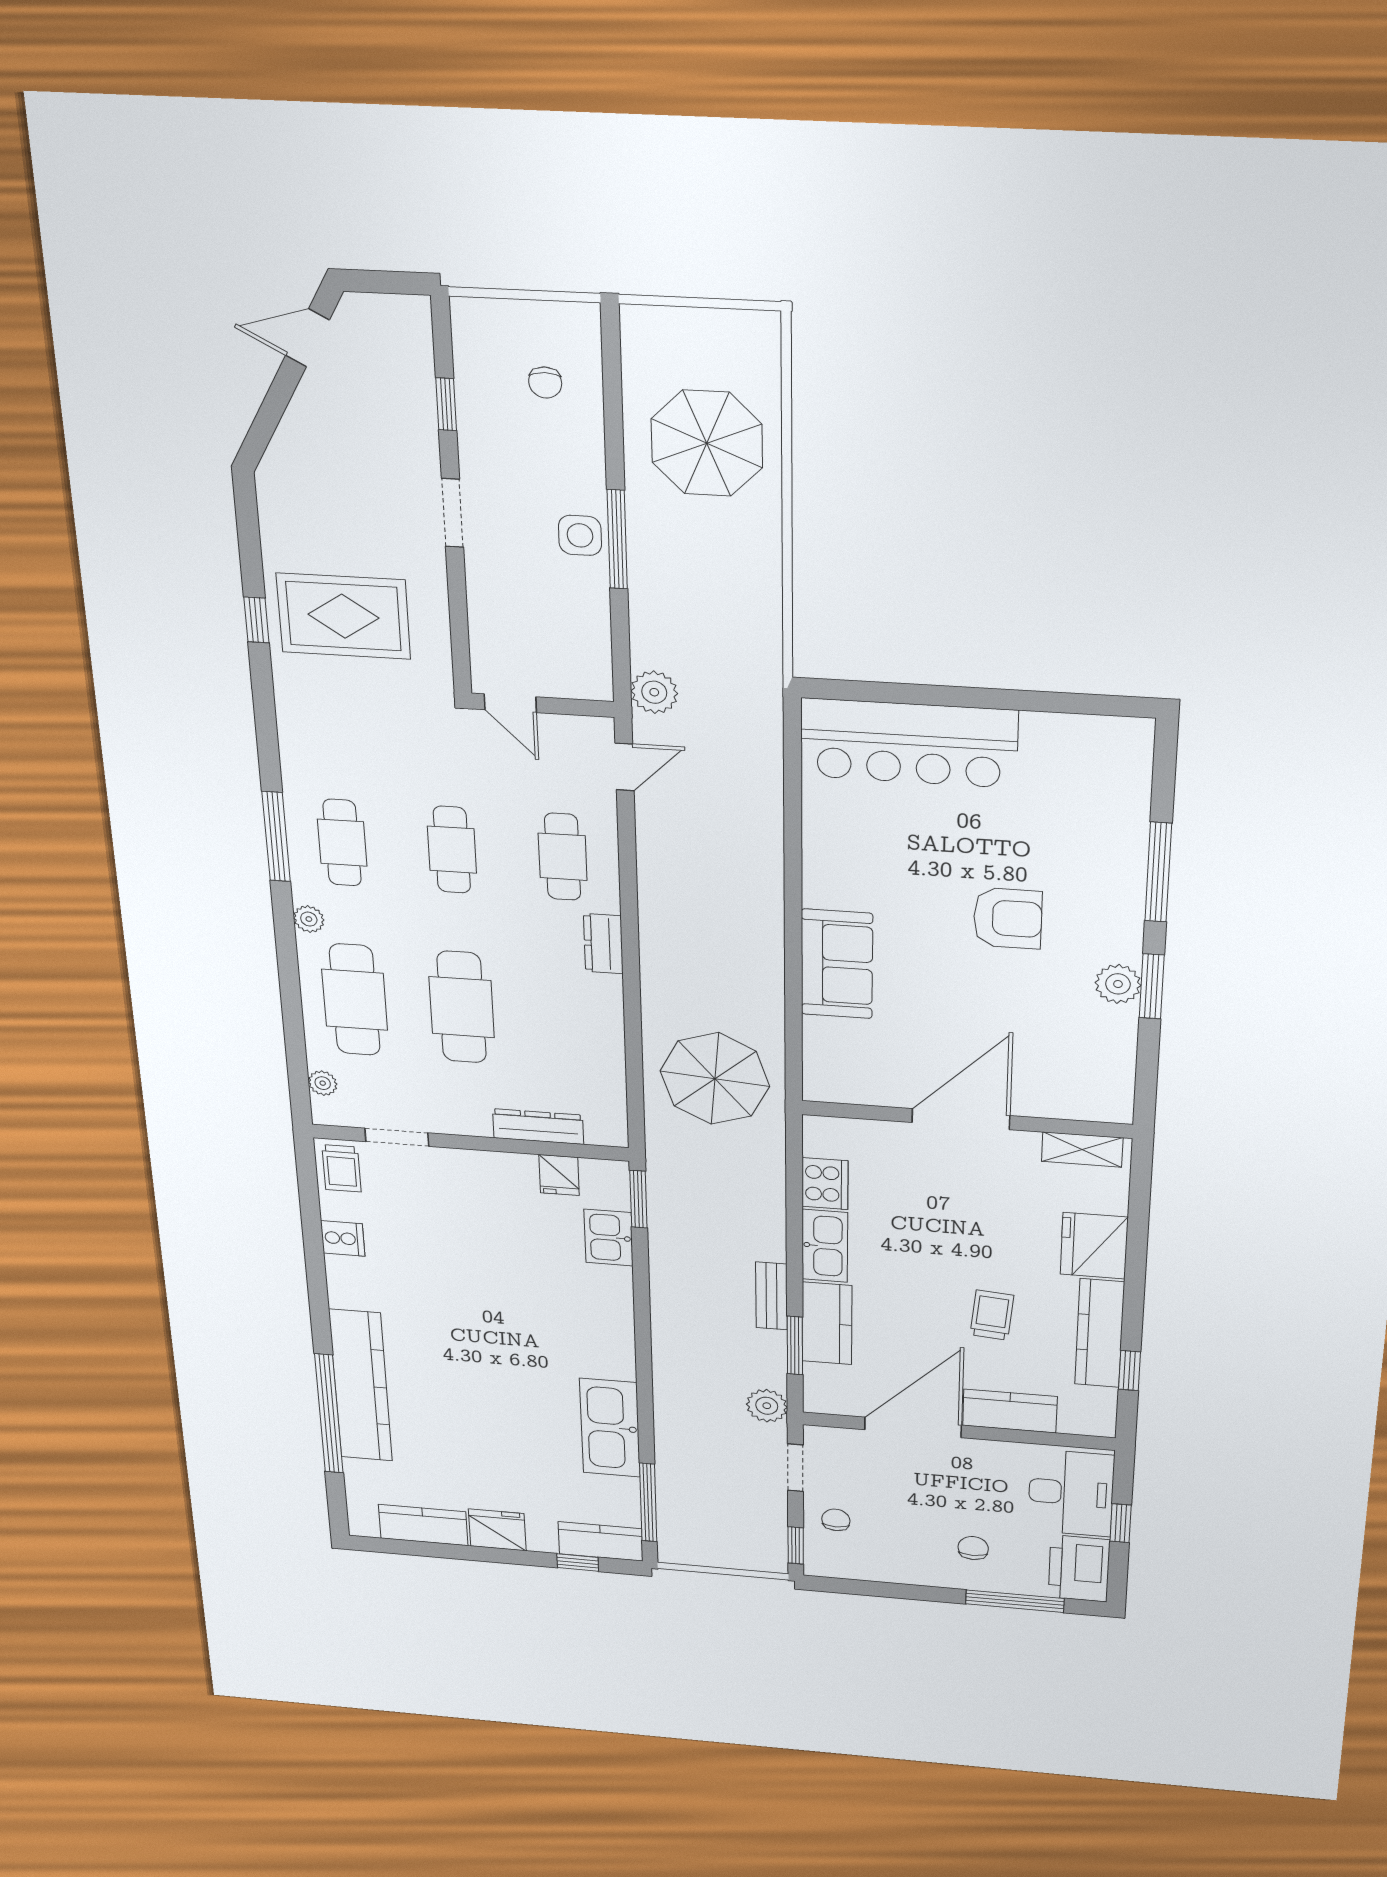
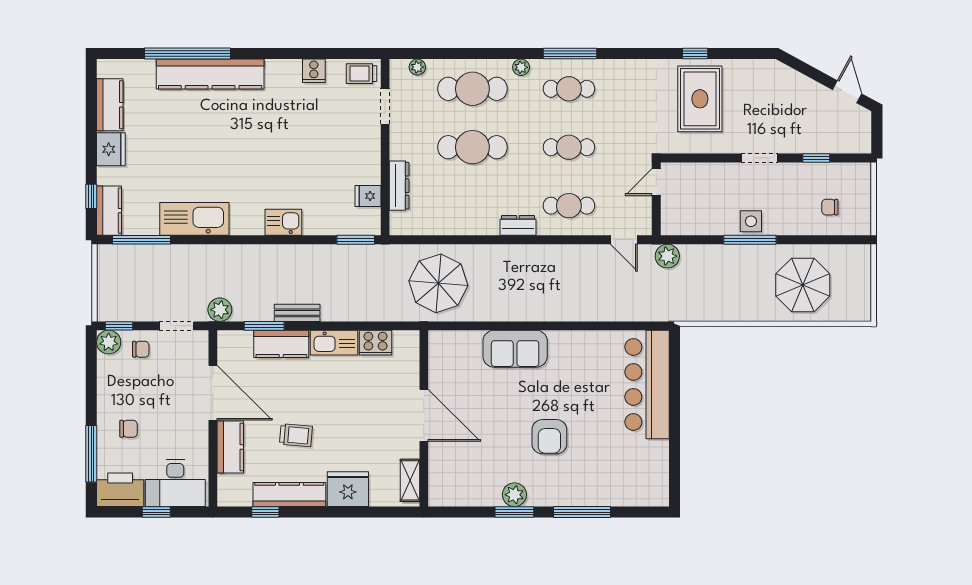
kitchen sink: (608, 1238) -> (283, 222), moved
plant: (824, 1561) -> (109, 342), added

